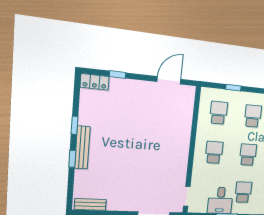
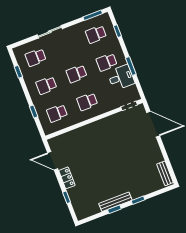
locker: (95, 82) -> (67, 178), moved
bench: (82, 148) -> (115, 202), moved

